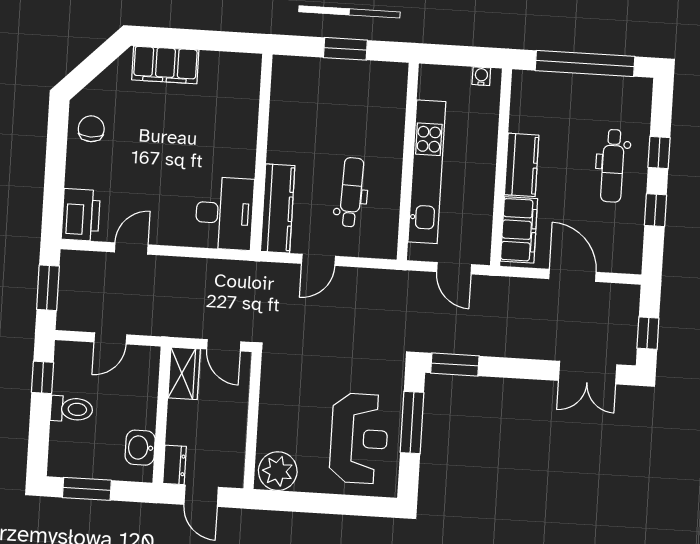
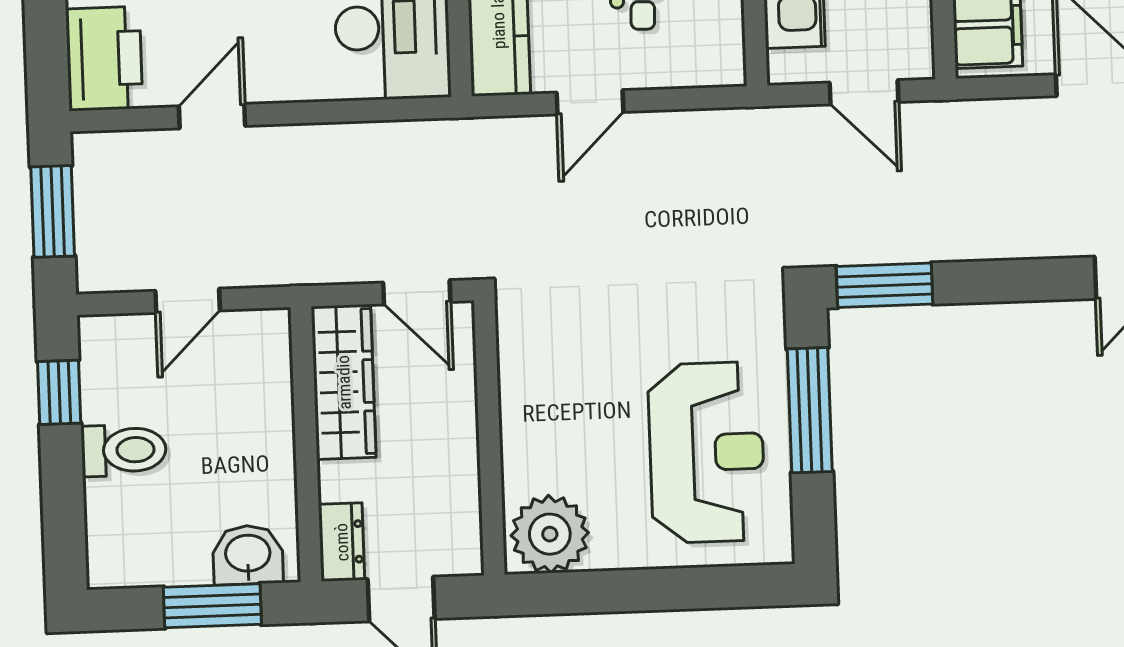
wardrobe: (184, 373) -> (344, 382), width x1.50
washbasin: (140, 448) -> (248, 555), moved, turned 90
window: (87, 489) -> (212, 606), moved

